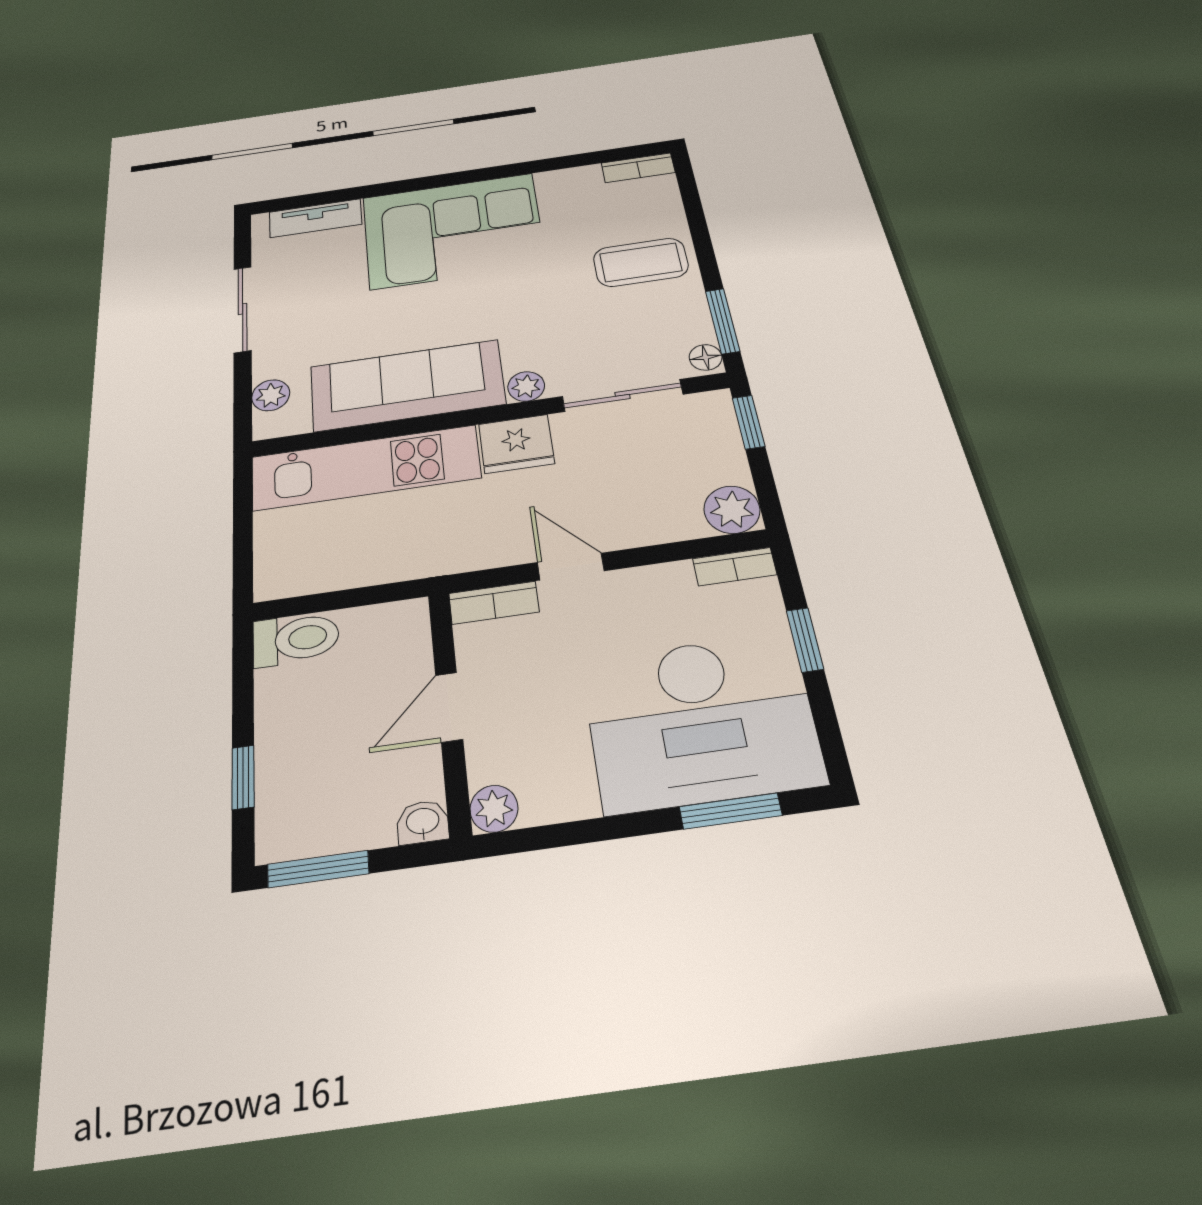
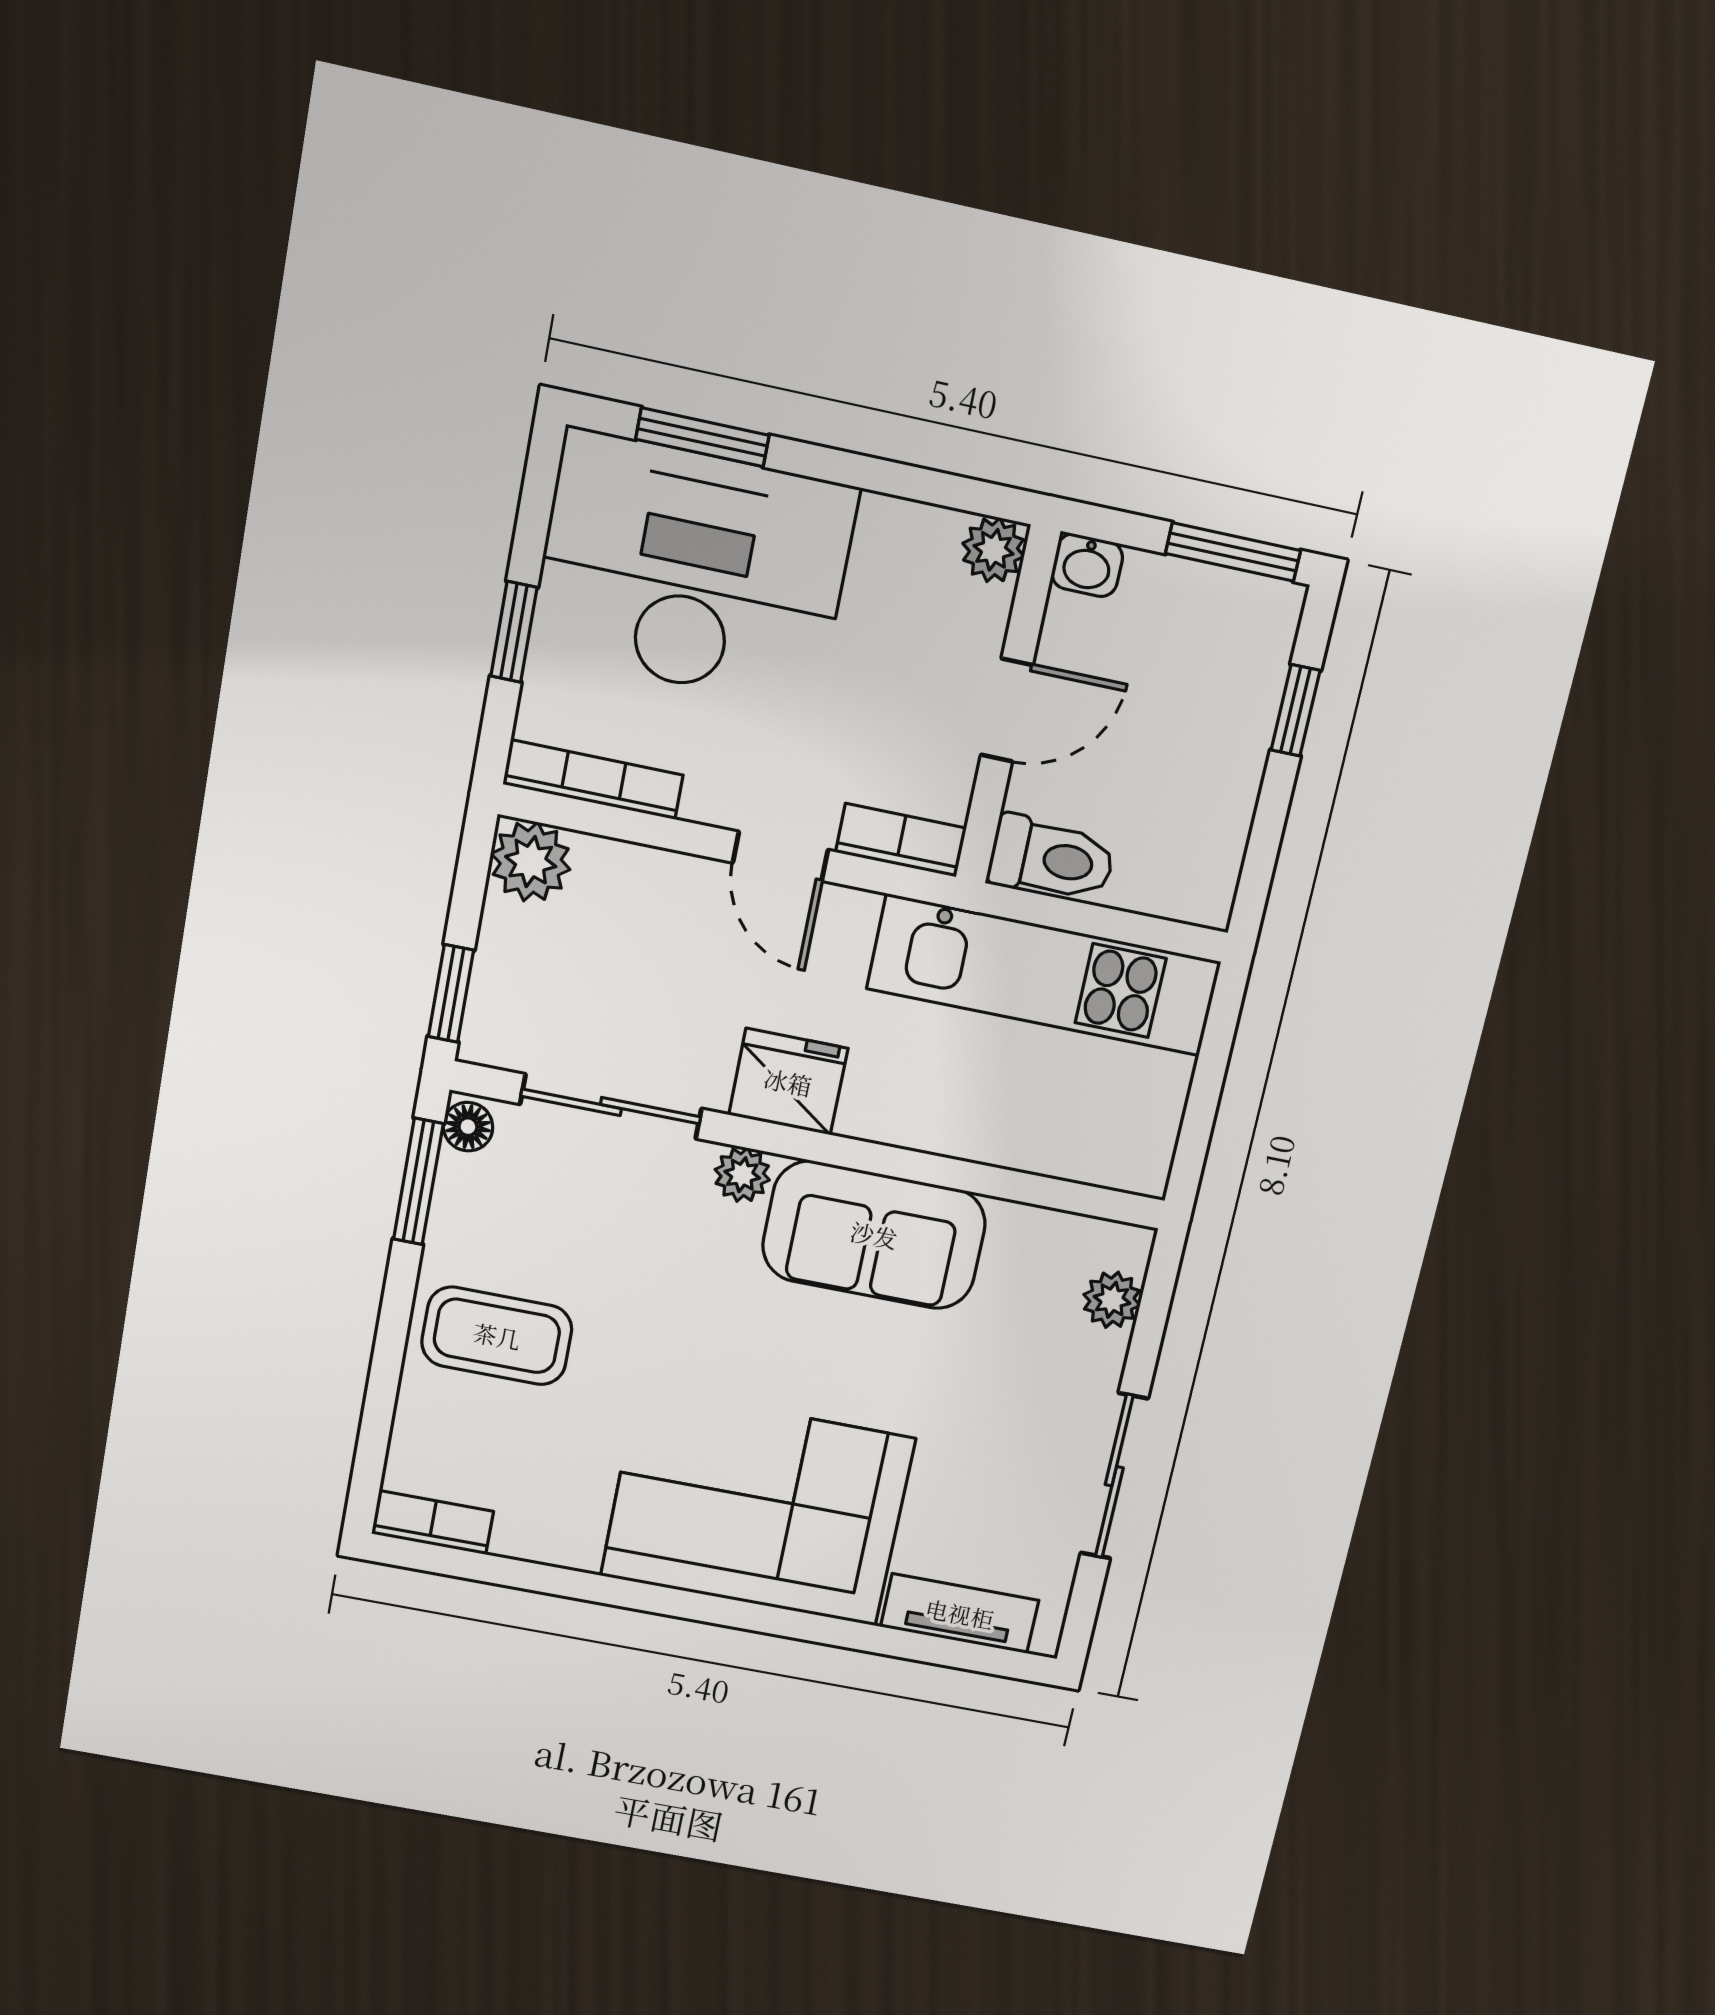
sofa: (407, 385) -> (874, 1235), width x0.73
kitchen unit: (365, 468) -> (1044, 975), moved, turned 180
bookcase: (735, 567) -> (593, 780), width x1.56
toilet: (296, 639) -> (1051, 859), moved, turned 180

